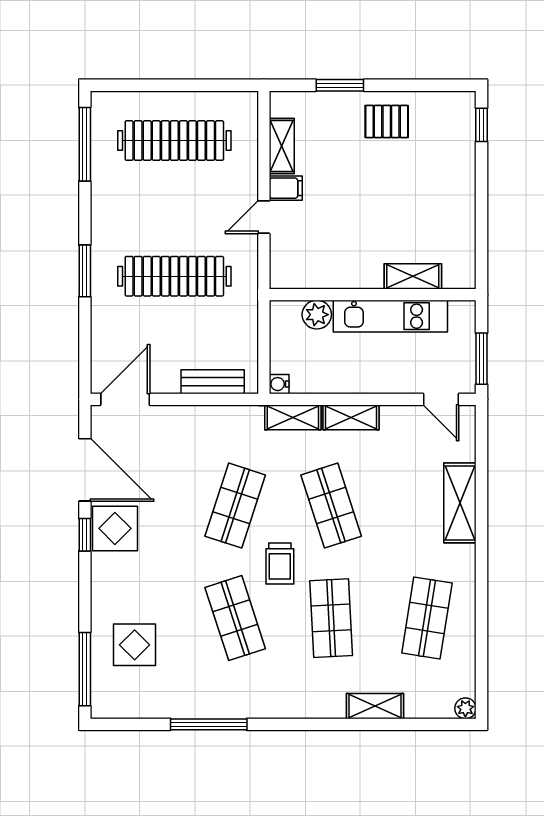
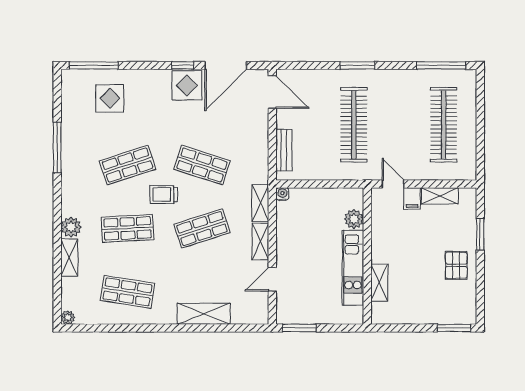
window: (481, 125) -> (454, 328), width x1.50
shelving: (413, 276) -> (379, 283), moved
wall: (373, 295) -> (367, 256), moved
plant: (317, 315) -> (354, 219), moved
kitchen unit: (390, 316) -> (353, 268), moved
door: (441, 399) -> (272, 279), moved
plant: (329, 703) -> (71, 227), added

